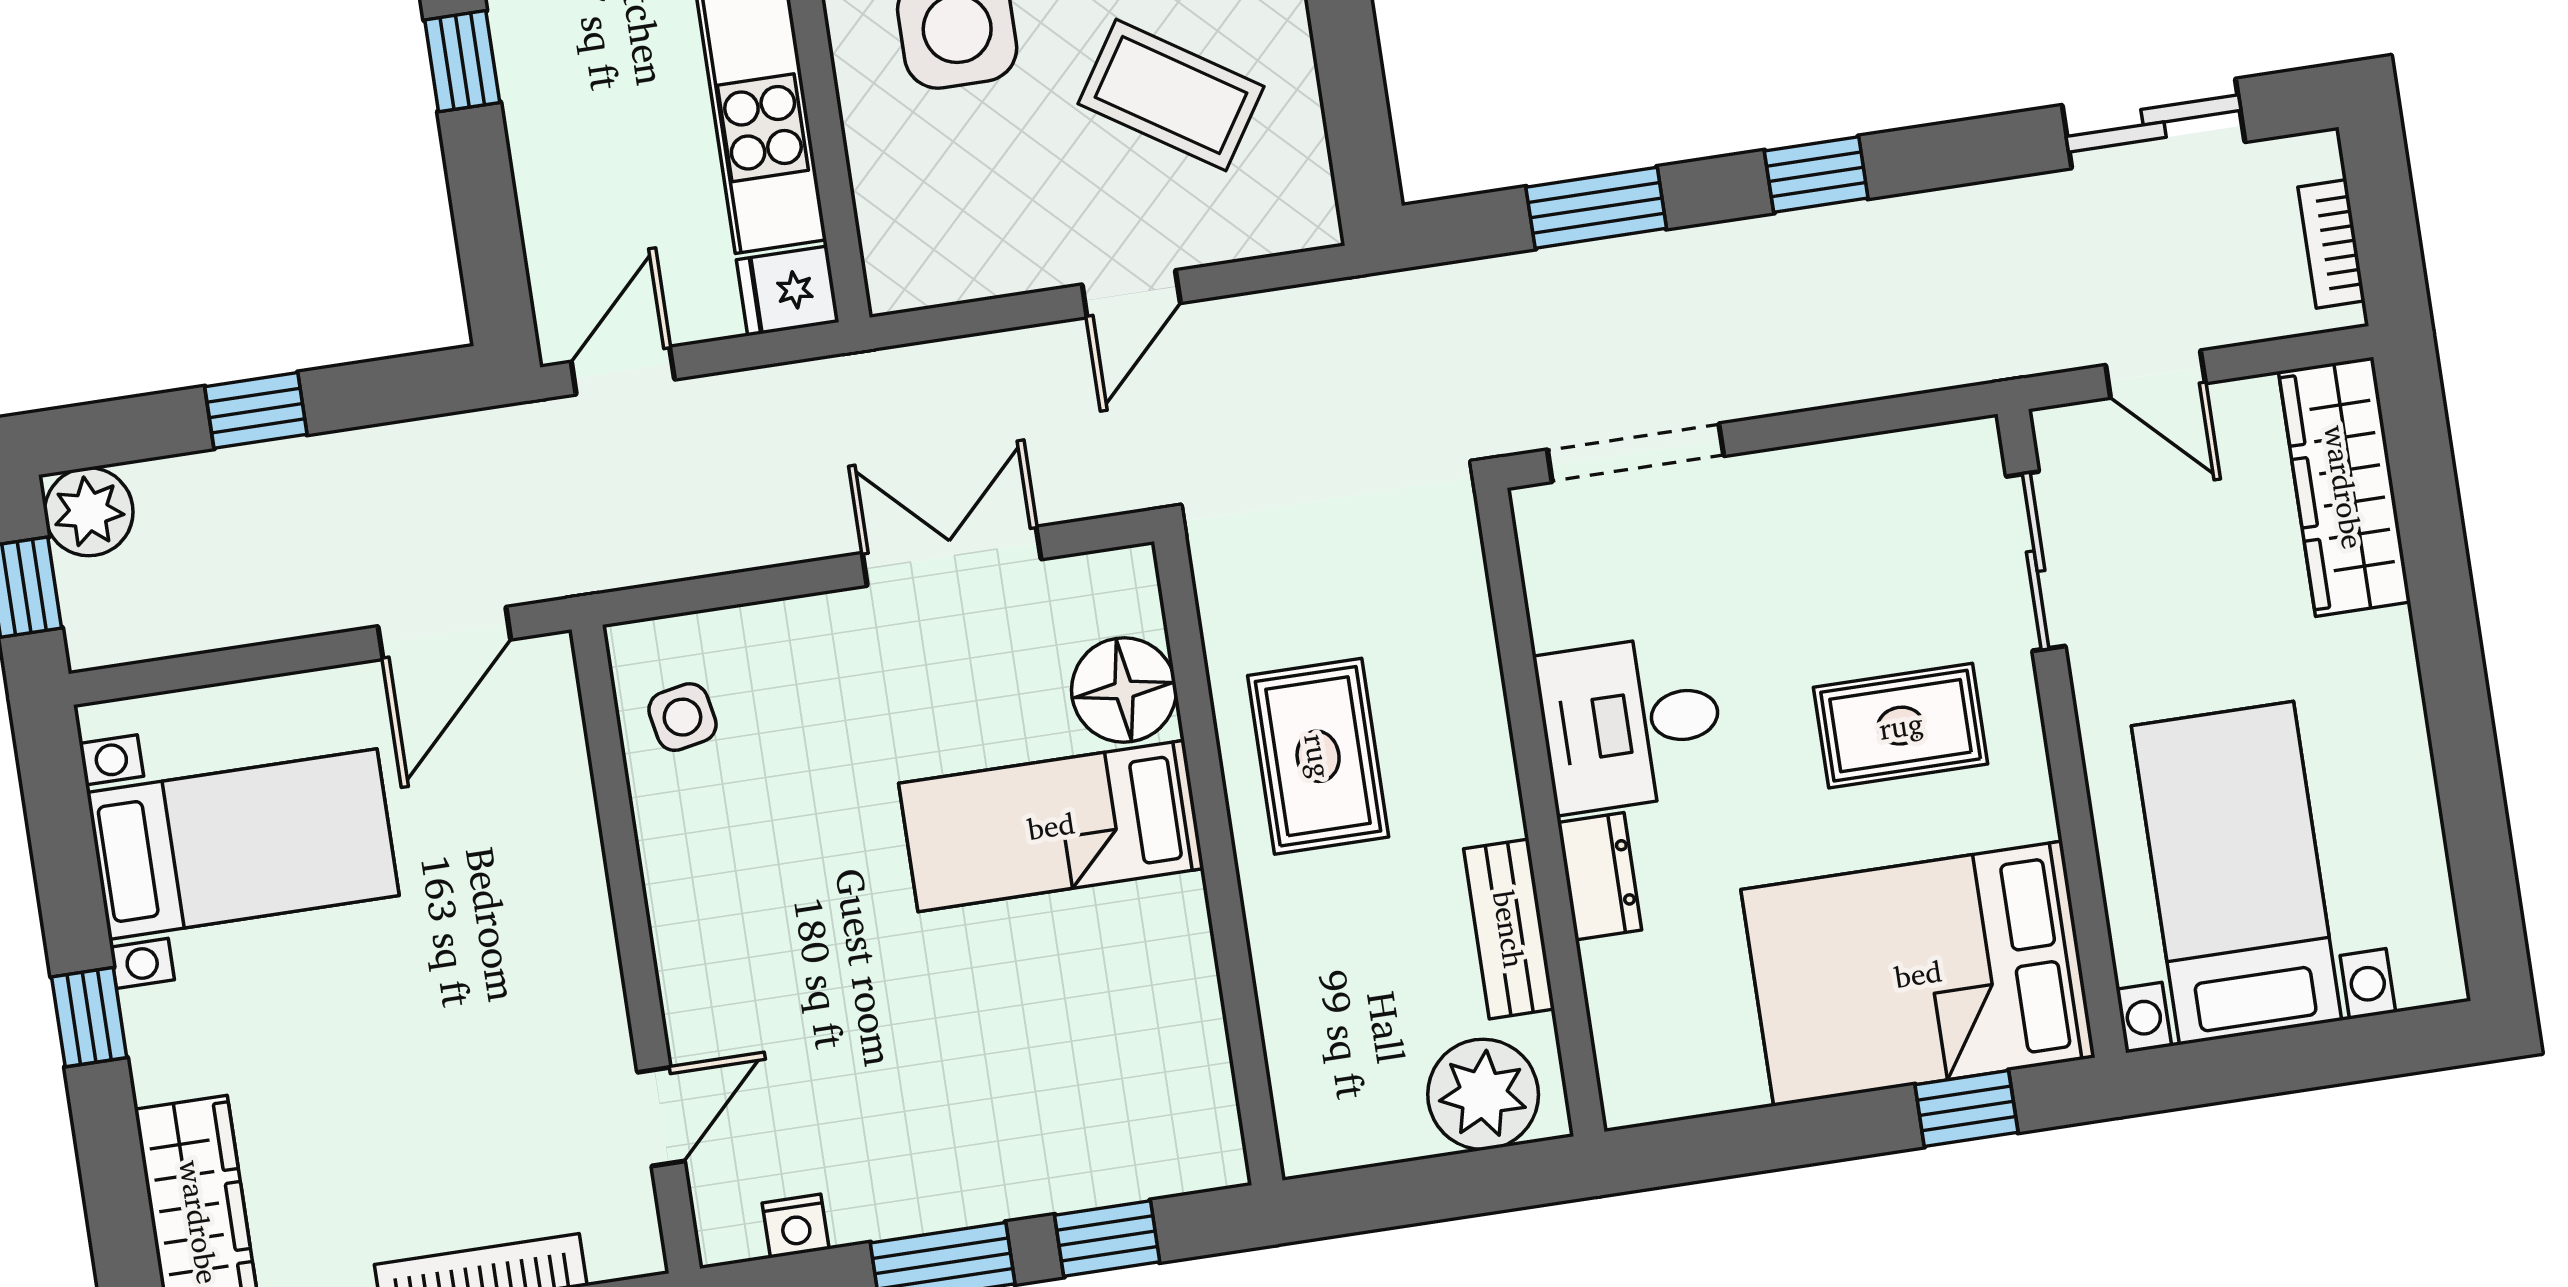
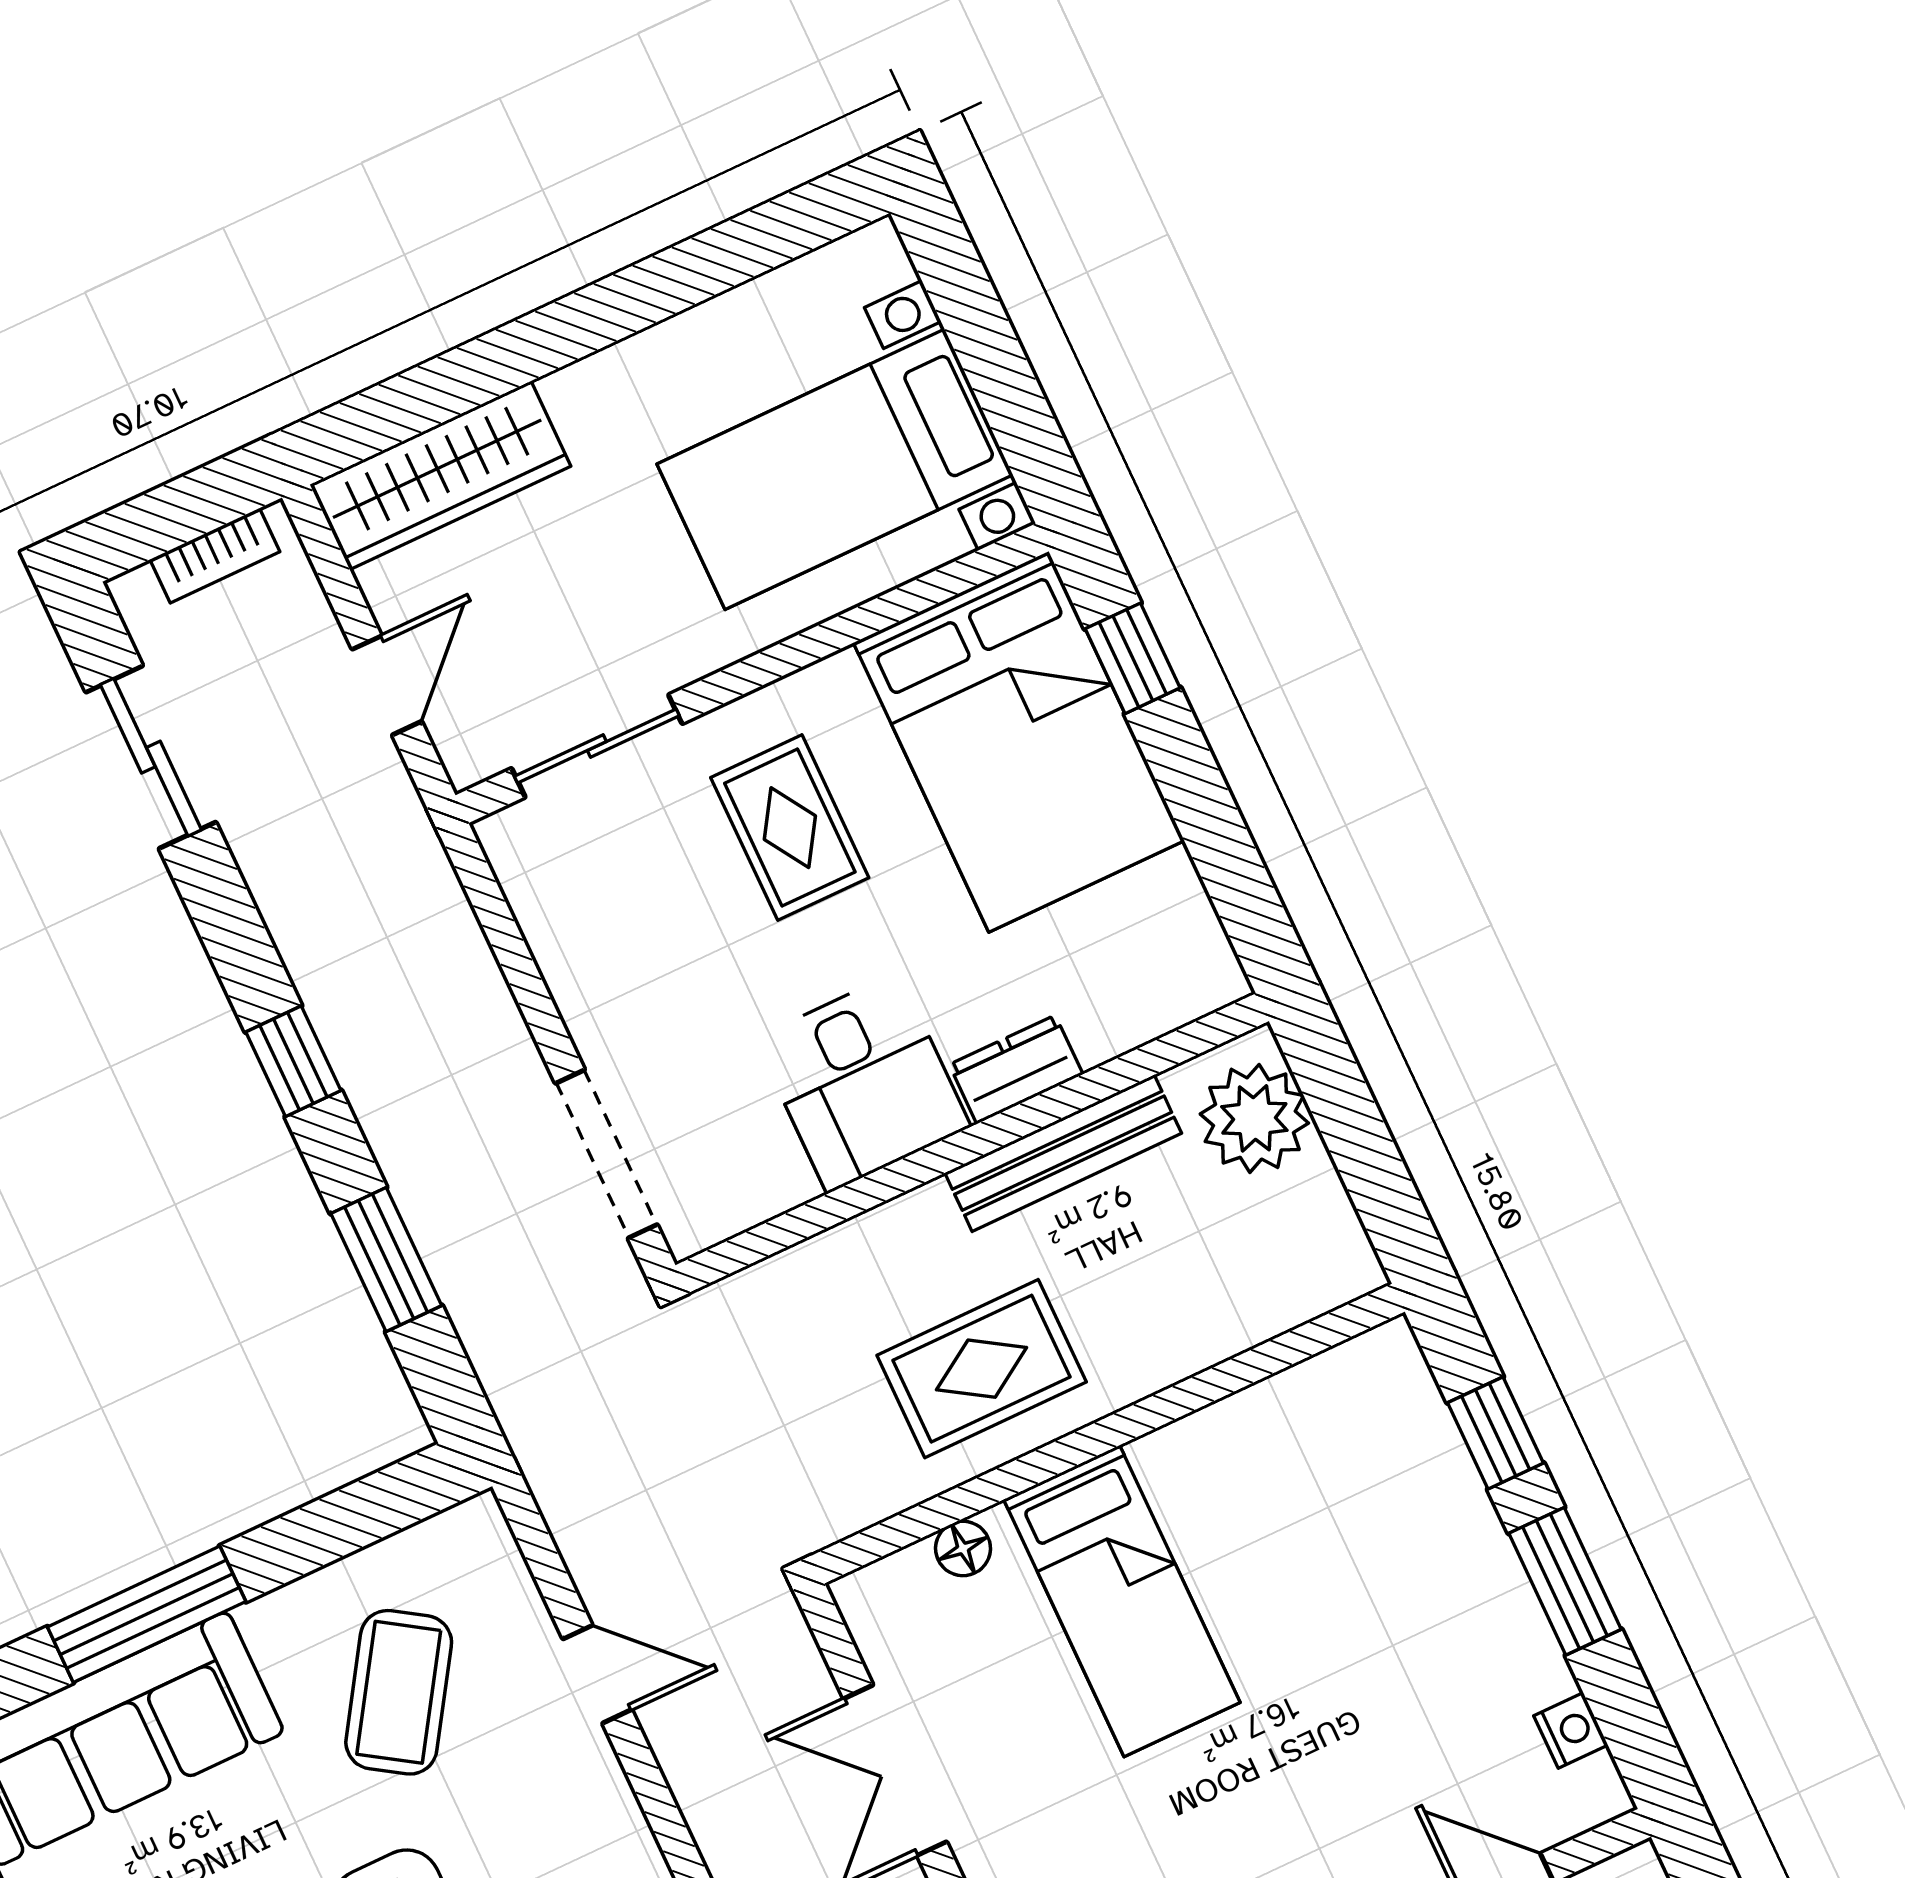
floor lamp: (1124, 690) -> (963, 1548), width x0.53, depth x0.53
bench: (1509, 929) -> (1063, 1153), width x1.36

